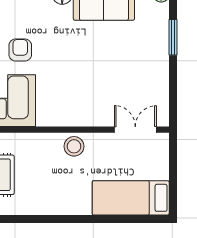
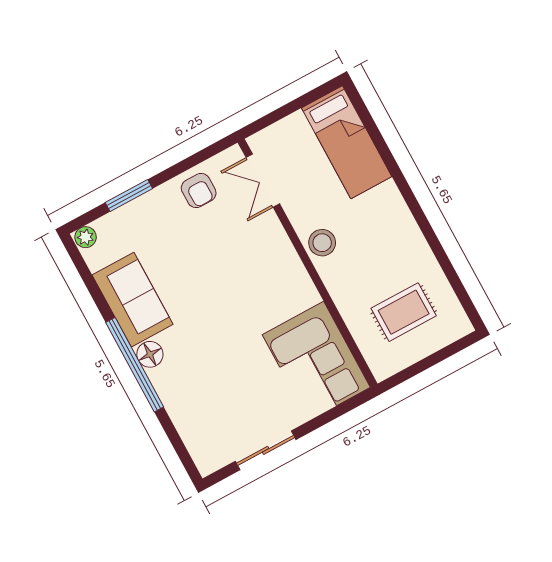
armchair: (20, 50) -> (199, 191), moved, turned -90

